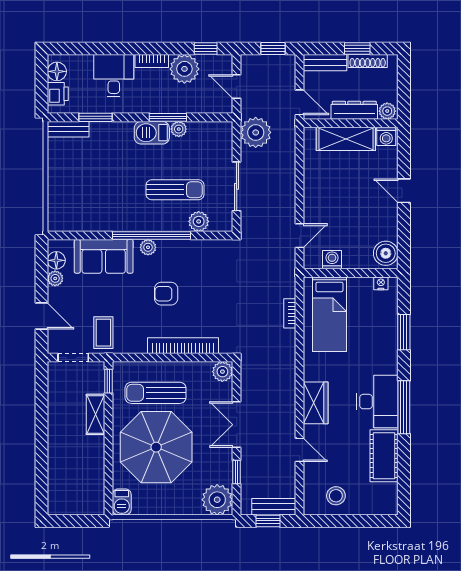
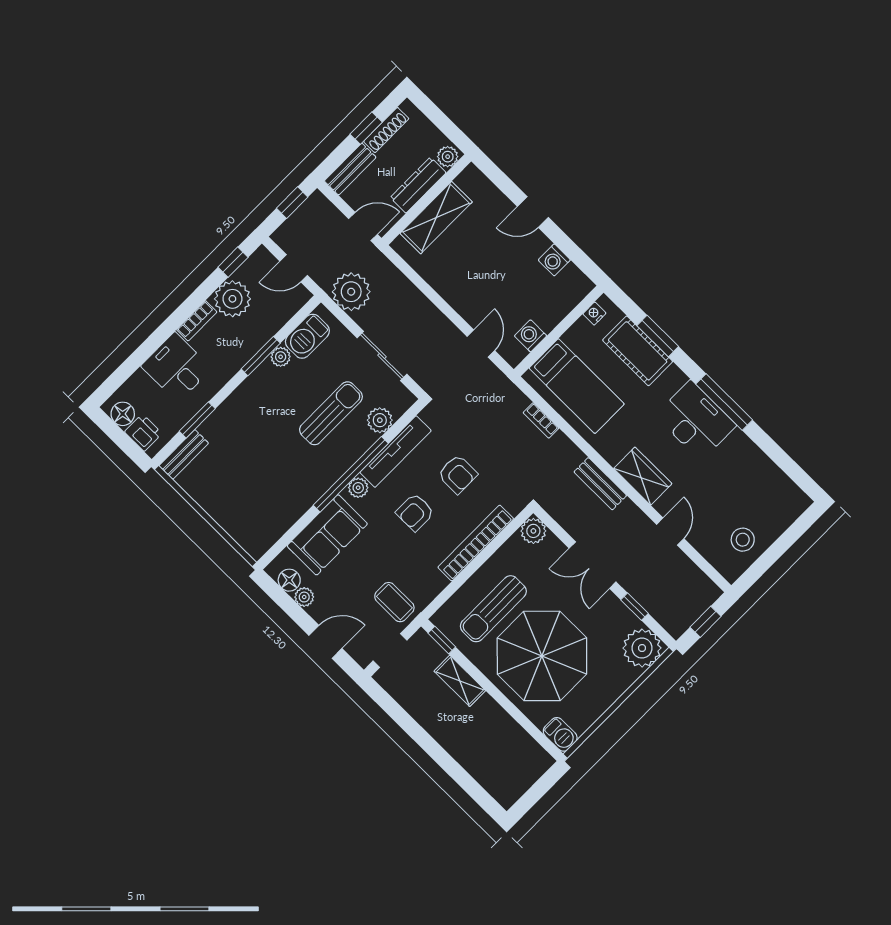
barbecue: (152, 133) -> (307, 336), moved
washing machine: (386, 136) -> (554, 260), moved, turned 90
tv unit: (190, 248) -> (396, 452), added
boiler: (386, 253) -> (572, 283), removed
armchair: (212, 296) -> (458, 474), added
door: (300, 450) -> (670, 531), hinge flipped
cot: (384, 456) -> (638, 351), moved
bench: (274, 507) -> (600, 484), moved, turned 90

